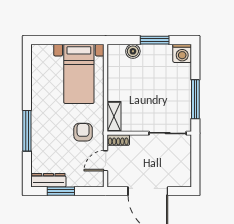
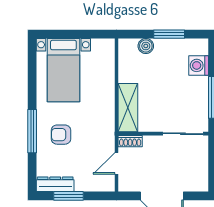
washing machine: (182, 53) -> (199, 65), moved, turned 90
bed with nightstands: (79, 74) -> (63, 70), moved
shelving: (114, 116) -> (128, 108), width x1.50, depth x1.33
armchair: (83, 132) -> (61, 135), moved, turned -90

